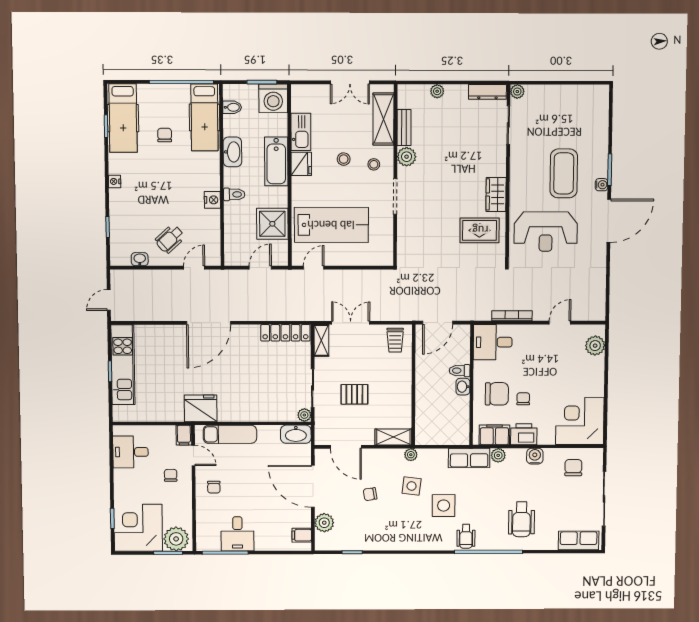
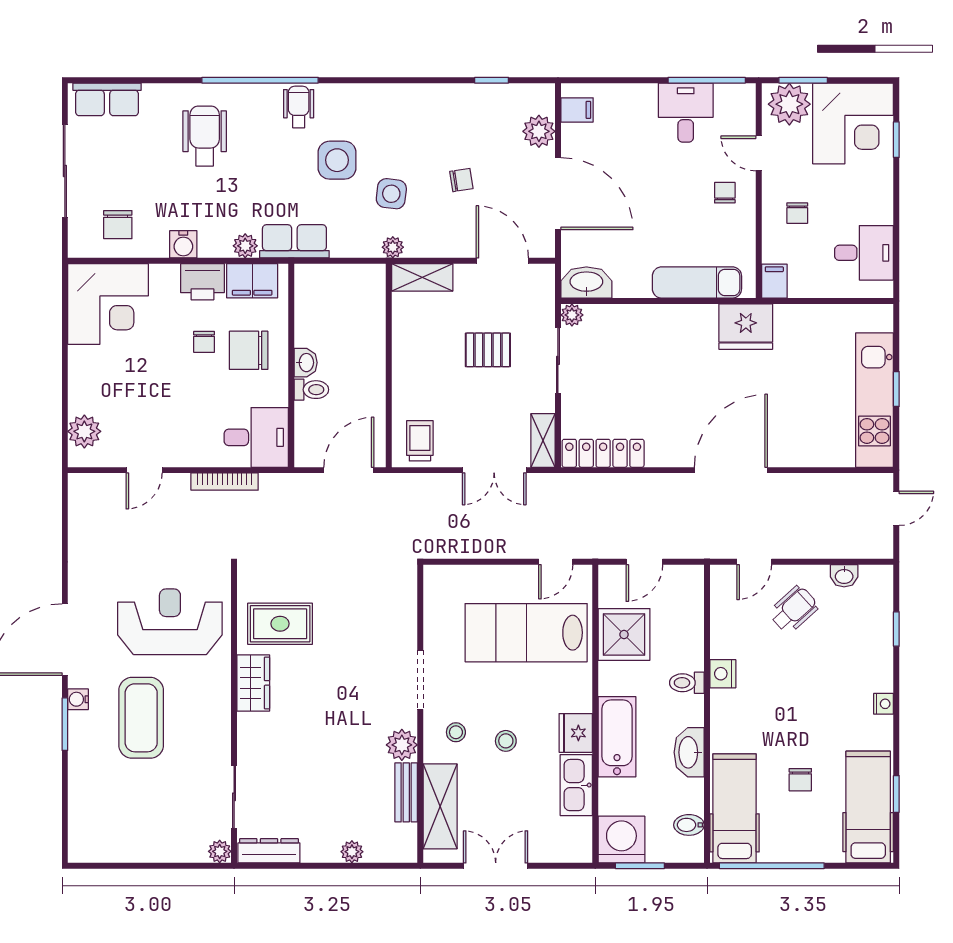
door: (193, 455) -> (759, 153), moved

